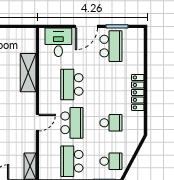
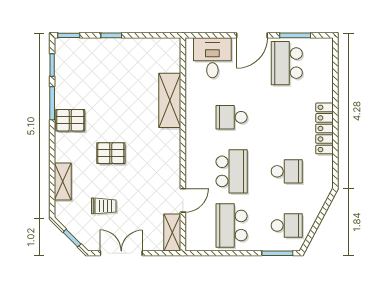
school desk: (111, 46) -> (287, 63), turned 180
school desk: (72, 84) -> (232, 117), width x0.54
door: (37, 123) -> (183, 200), moved

